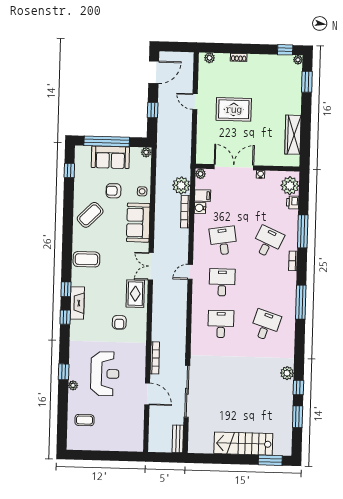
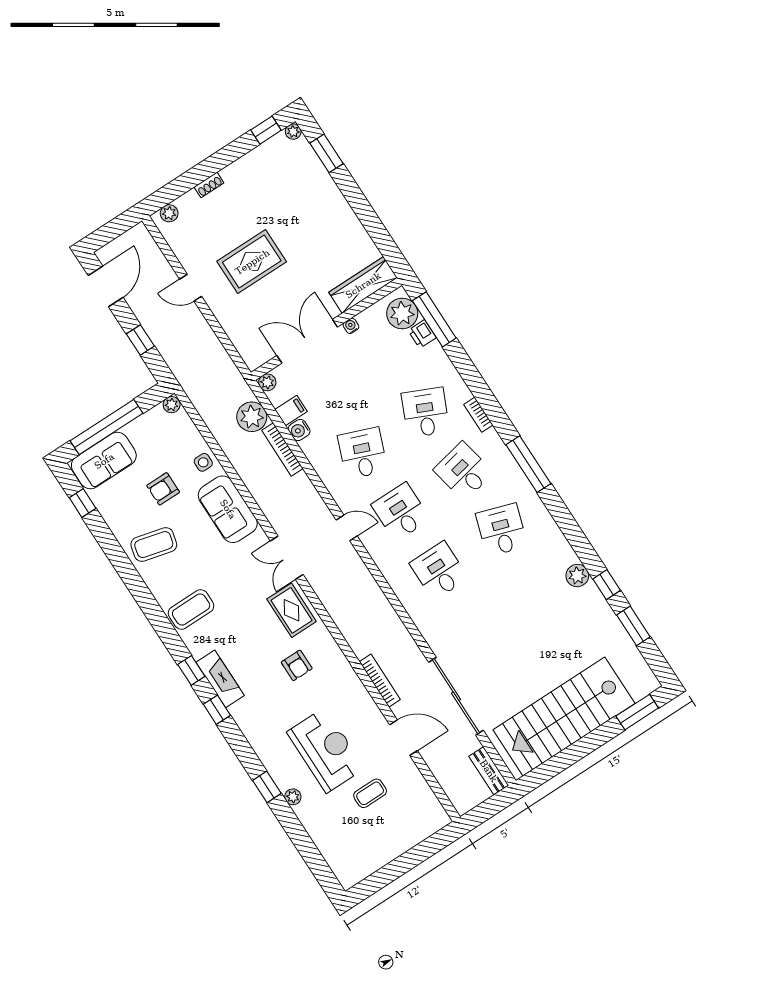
wardrobe: (293, 135) -> (363, 285), moved, turned 90
sofa: (110, 157) -> (104, 461), moved
coffee table: (90, 215) -> (154, 545), turned 59
window: (303, 231) -> (434, 319), moved
desk: (223, 241) -> (363, 453), turned 30
door: (190, 272) -> (347, 528), swing flipped
desk: (267, 284) -> (464, 471), added
coffee table: (84, 420) -> (370, 793), moved
stairs: (243, 444) -> (564, 717), width x1.36, depth x1.51

